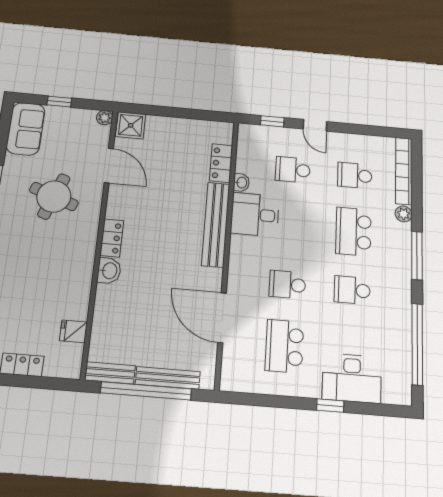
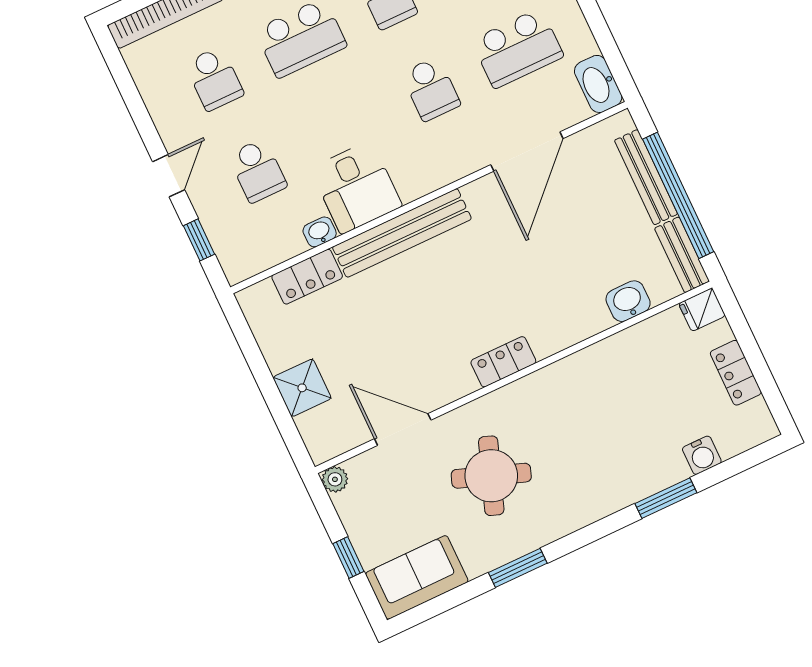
shower: (131, 125) -> (302, 388), moved
door: (109, 166) -> (403, 429), hinge flipped
washbasin: (109, 271) -> (628, 301), moved
fridge: (73, 331) -> (702, 310), moved, turned 90
washbasin: (238, 381) -> (598, 84), added

